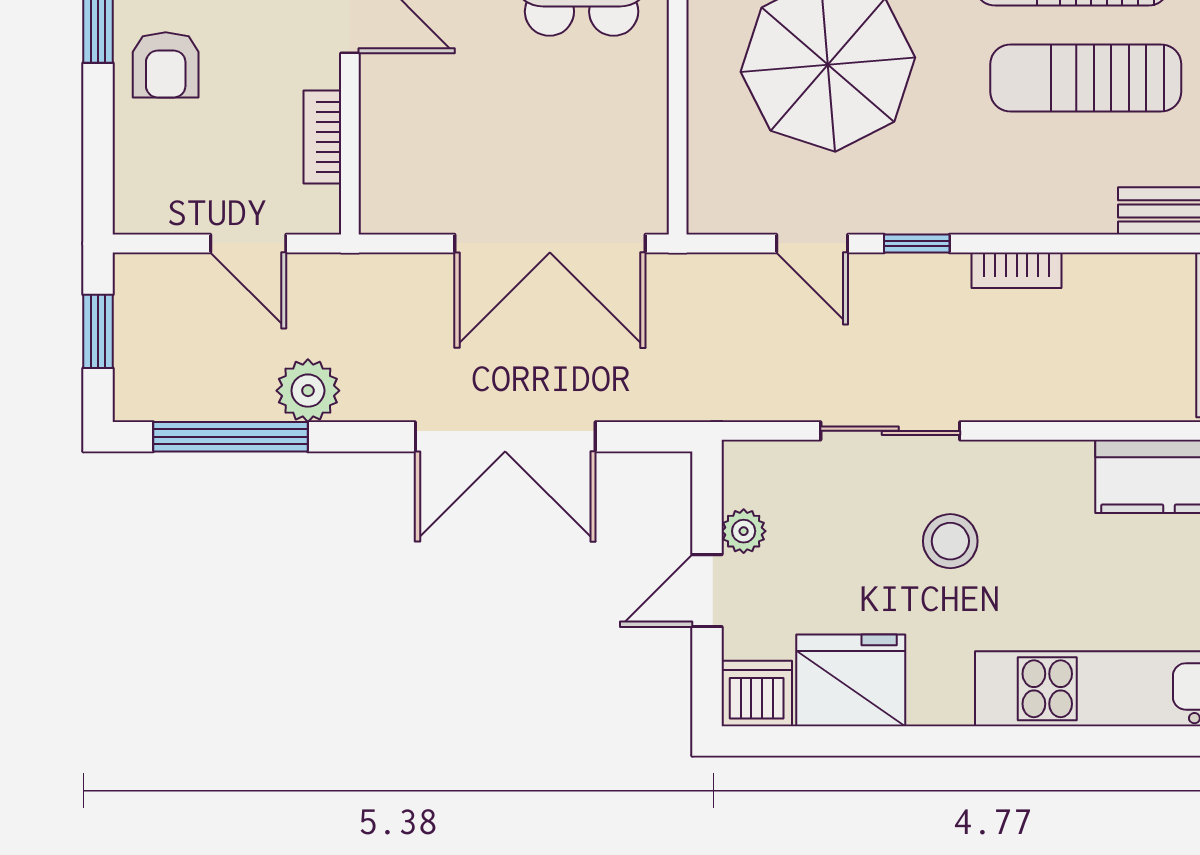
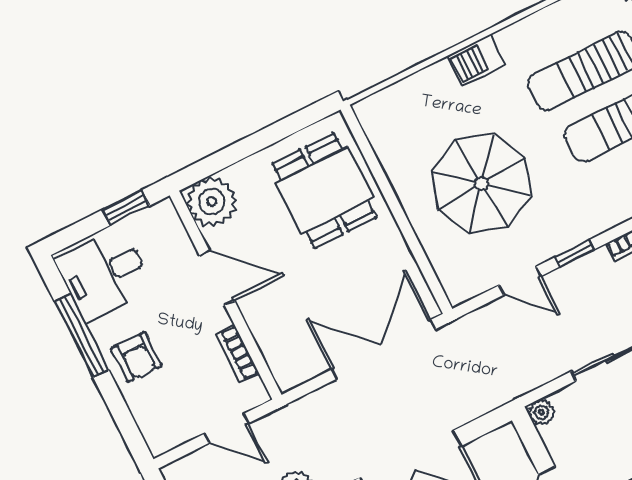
double door: (550, 243) -> (384, 349), swing flipped
plant: (744, 531) -> (541, 412), moved

